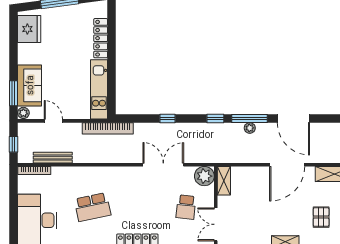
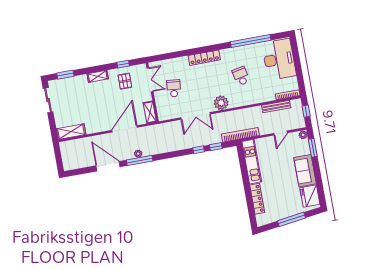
sofa: (30, 85) -> (305, 171), moved
window: (215, 118) -> (216, 147), moved
door: (53, 121) -> (281, 133), hinge flipped
door: (287, 165) -> (125, 129), moved
plant: (204, 176) -> (221, 103), moved
school desk: (93, 207) -> (241, 76), width x0.54
pallet: (321, 217) -> (125, 81), moved

